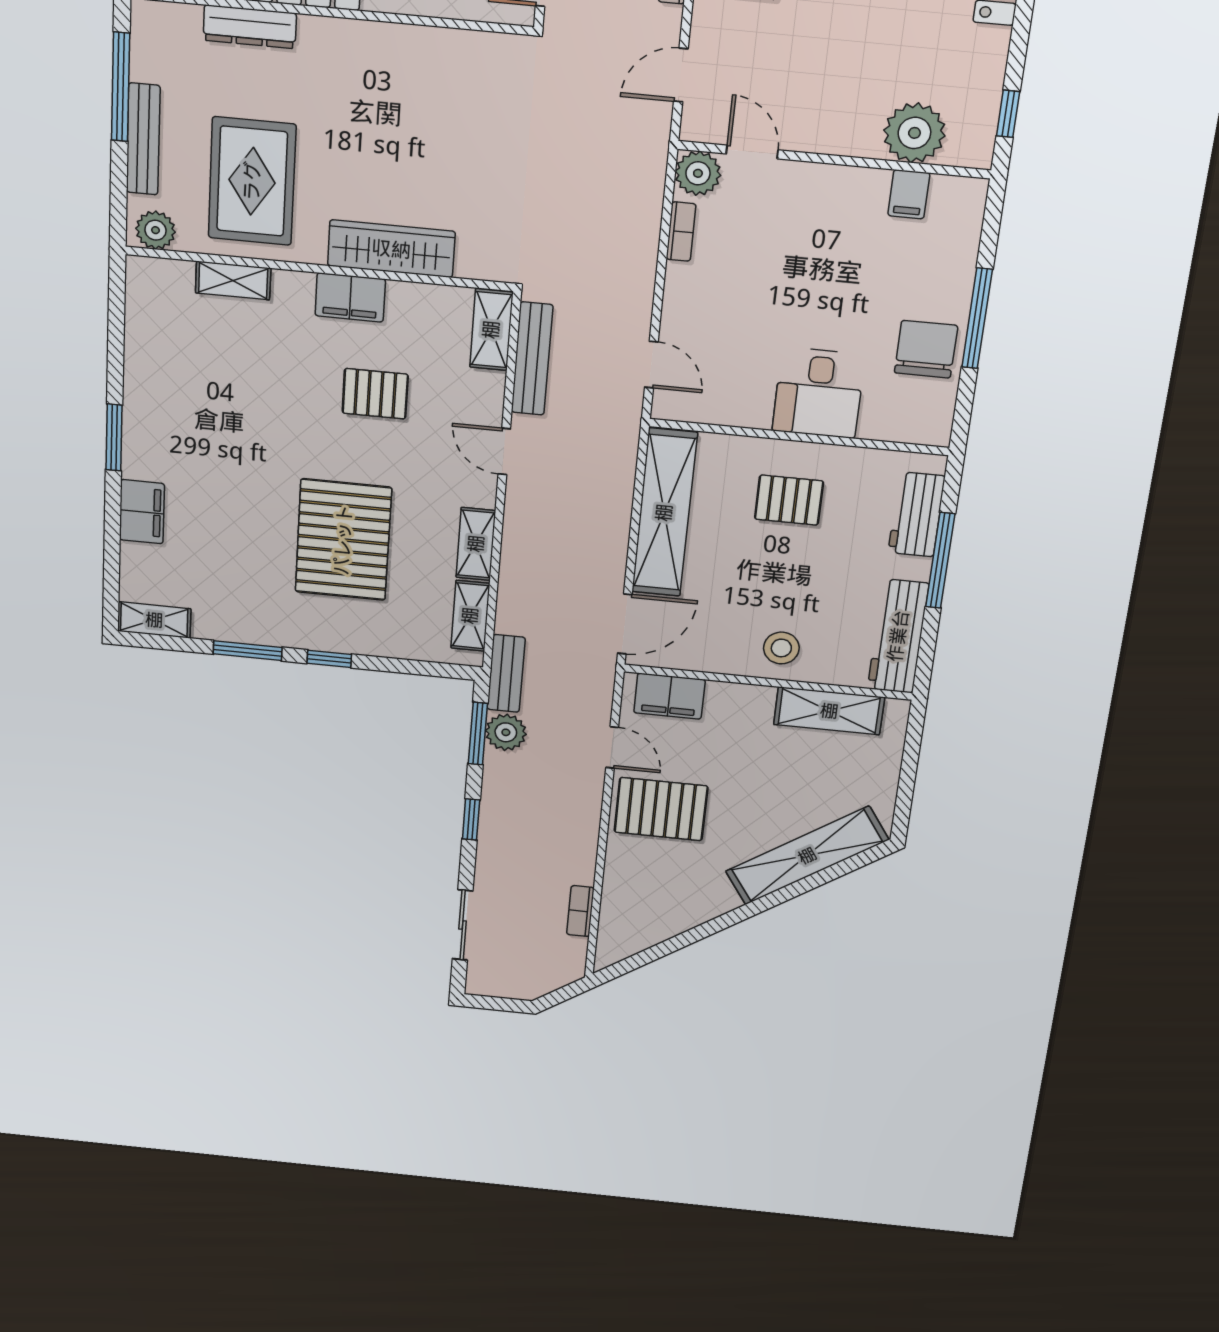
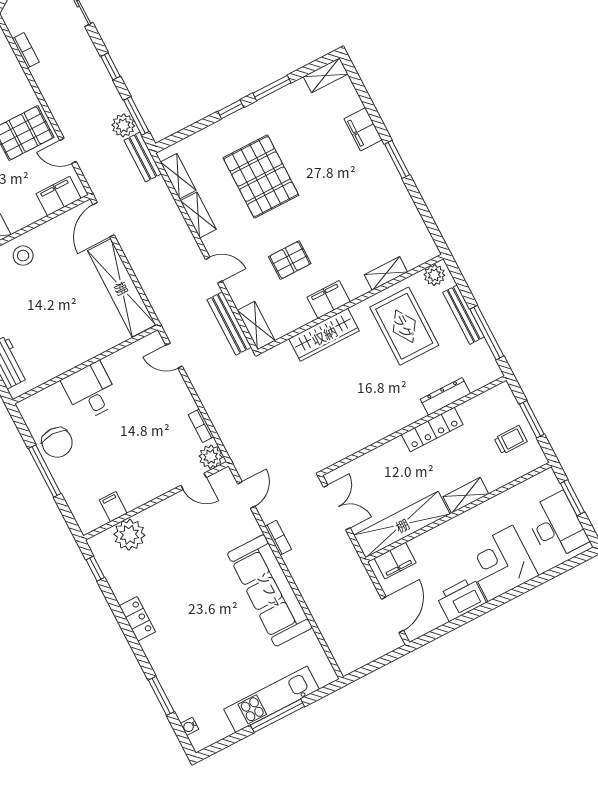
pallet: (789, 500) -> (69, 331), removed

